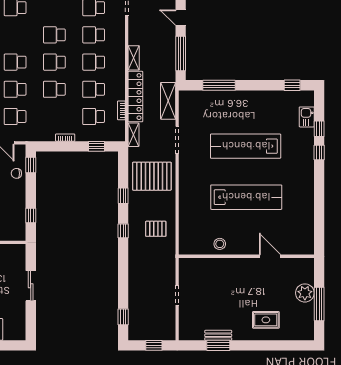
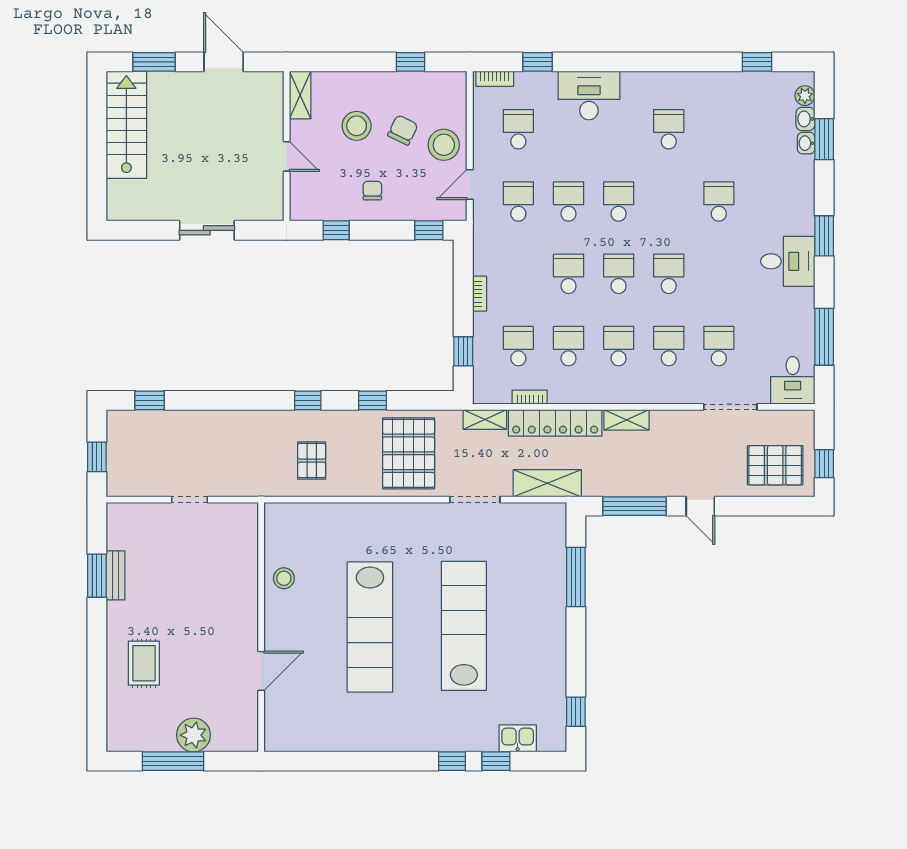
door: (181, 18) -> (700, 506), swing flipped
chair: (16, 173) -> (372, 191), moved

